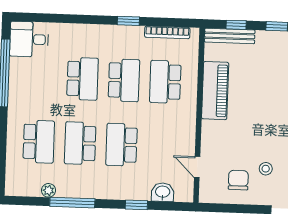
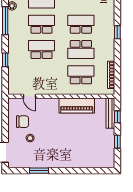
window: (128, 21) -> (117, 32), moved
school desk: (82, 79) -> (81, 24), turned 180
door: (197, 167) -> (30, 96), swing flipped
washbasin: (163, 192) -> (13, 76), removed

